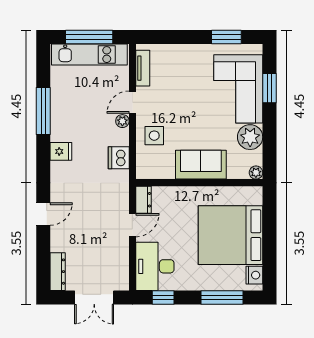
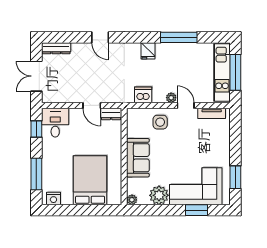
bed: (230, 235) -> (90, 180), width x0.73
desk: (155, 266) -> (55, 123), width x0.73

